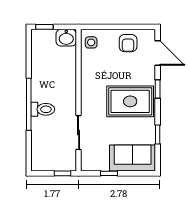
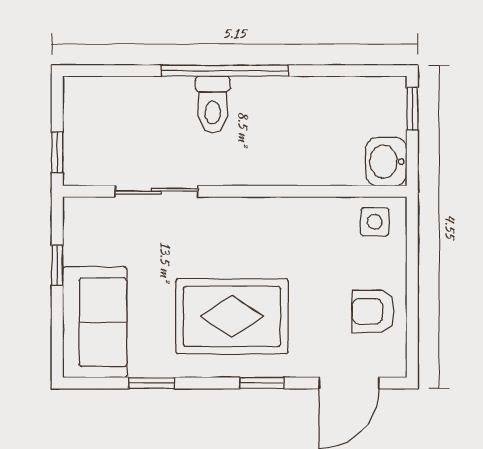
rug: (130, 101) -> (232, 316), turned 90

